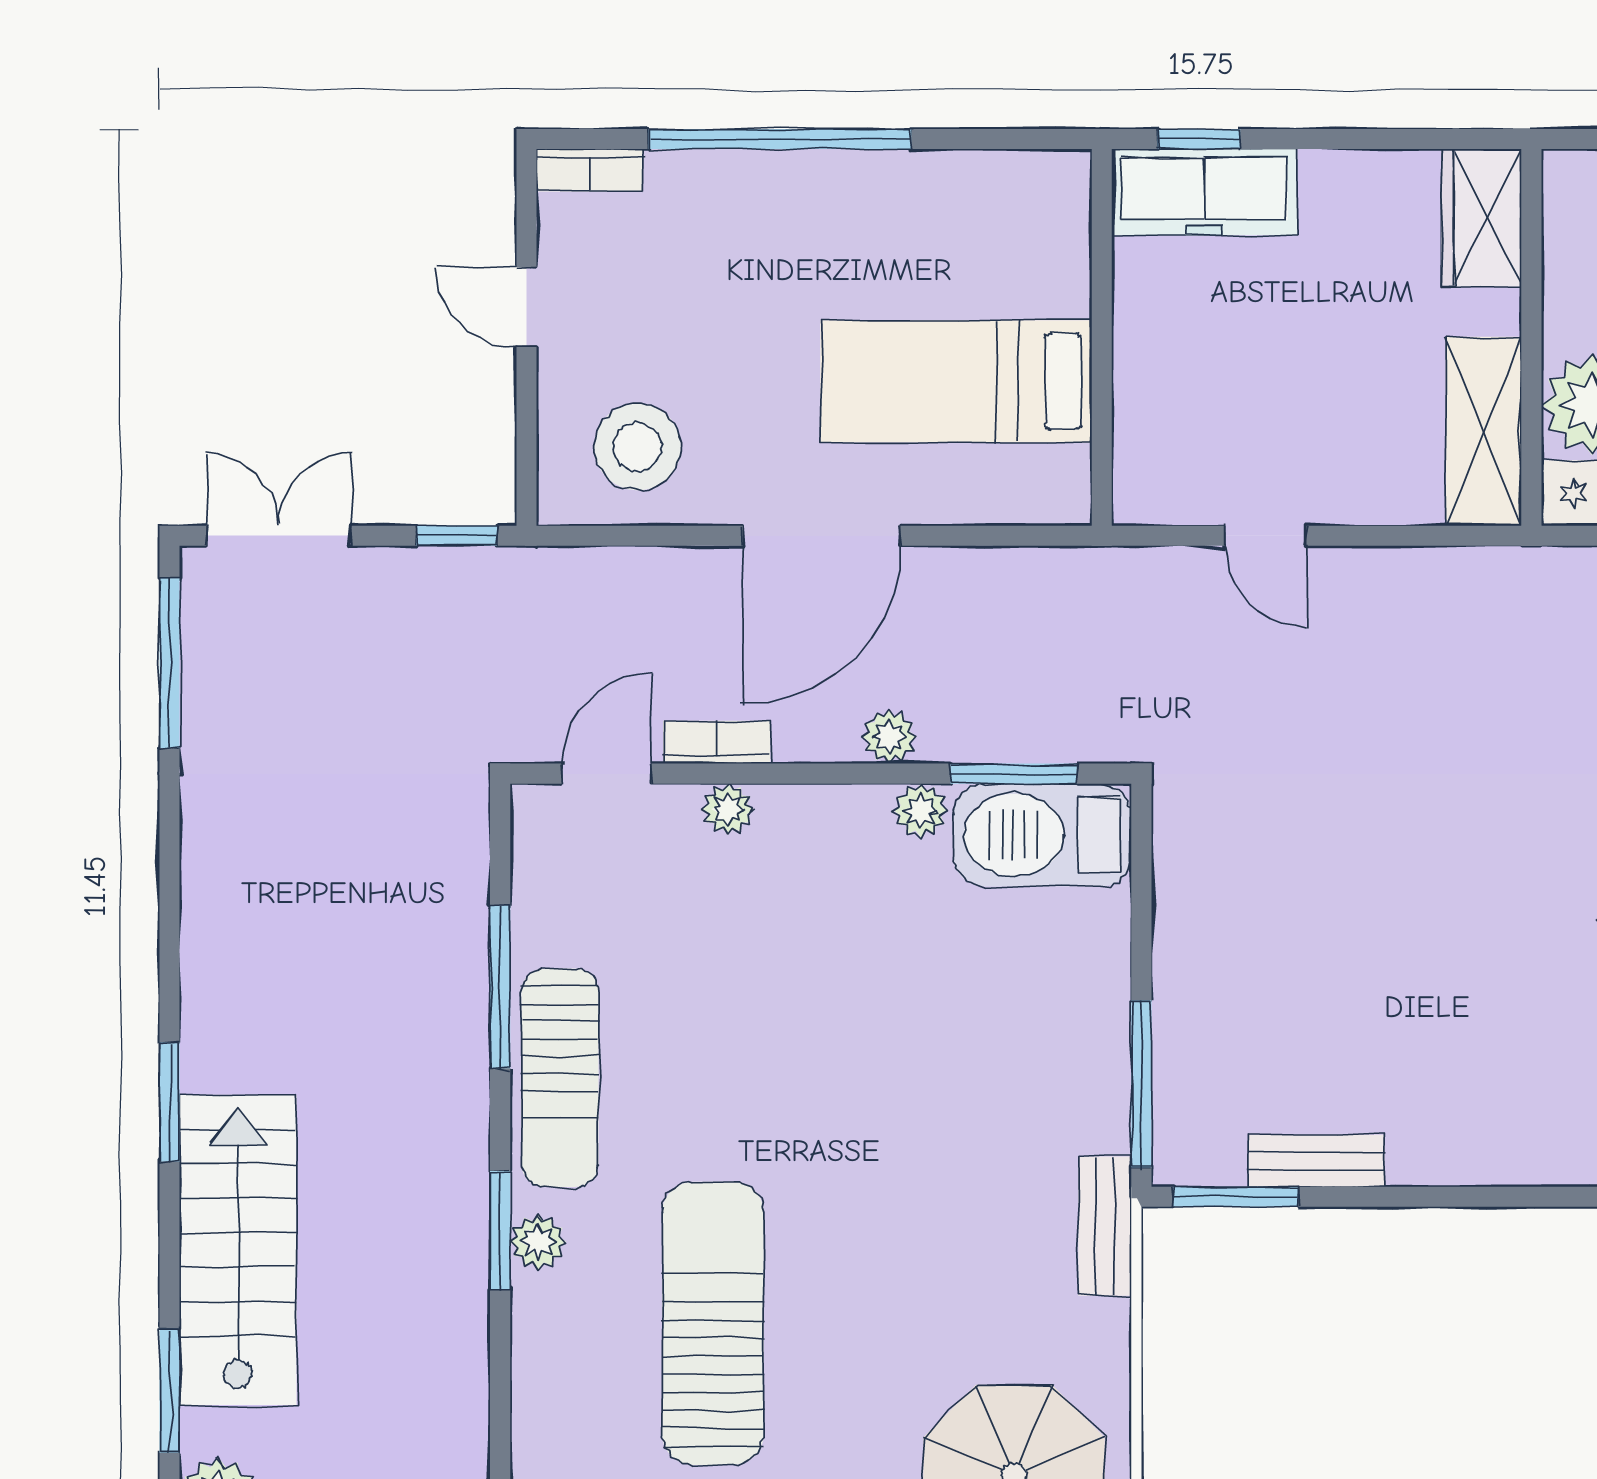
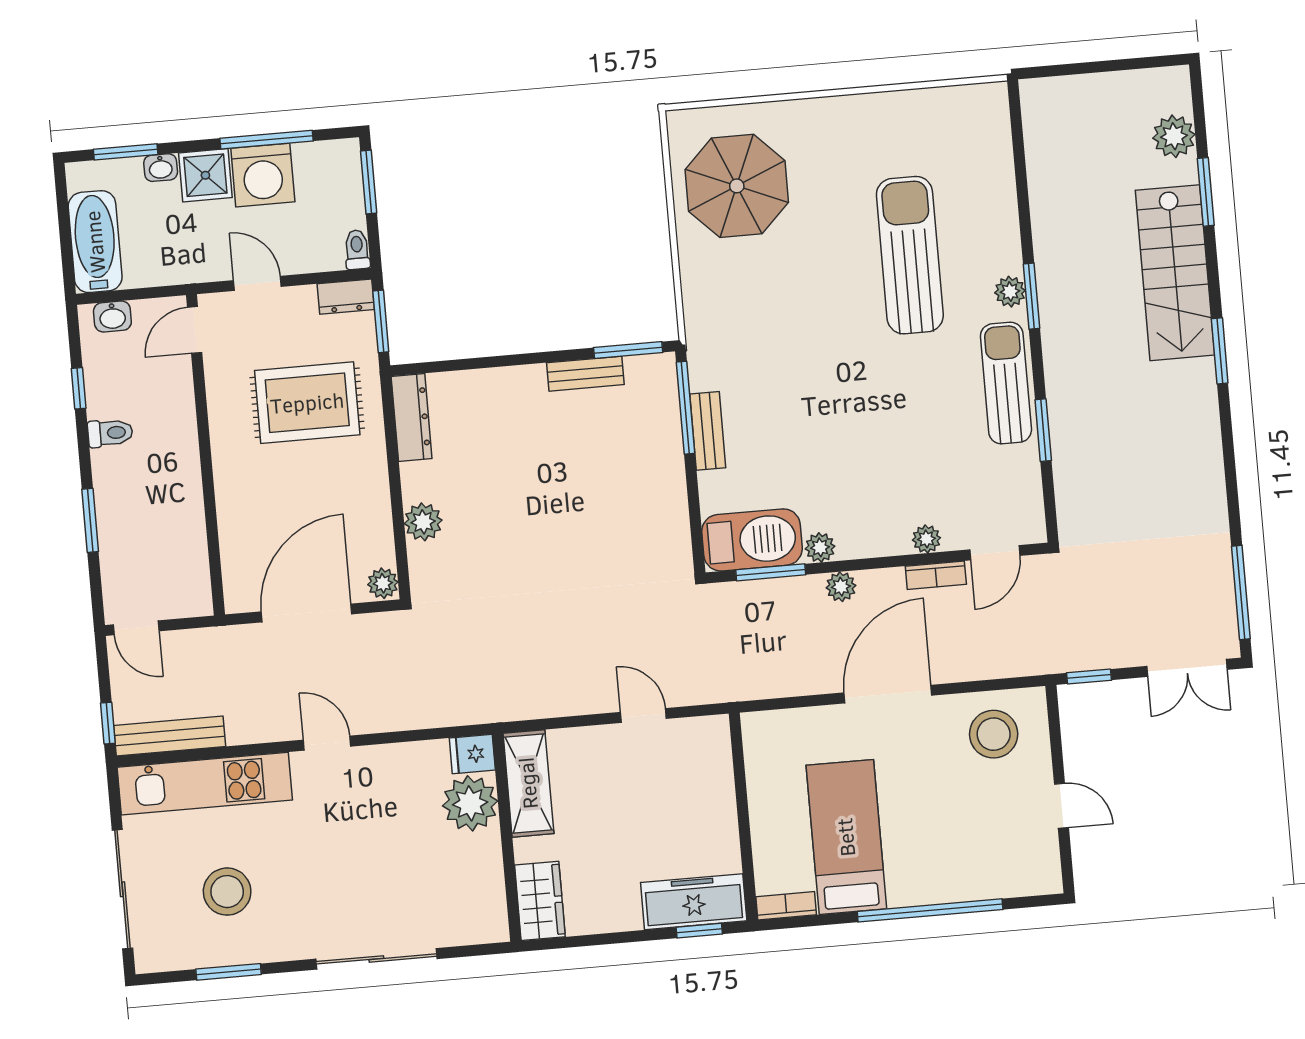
bookcase: (590, 170) -> (786, 906), moved
bed: (956, 381) -> (846, 837), moved, turned -90
window: (500, 987) -> (1043, 430), width x0.69
bench: (1105, 1226) -> (708, 431), moved
sun lounger: (713, 1323) -> (910, 255), turned 180

